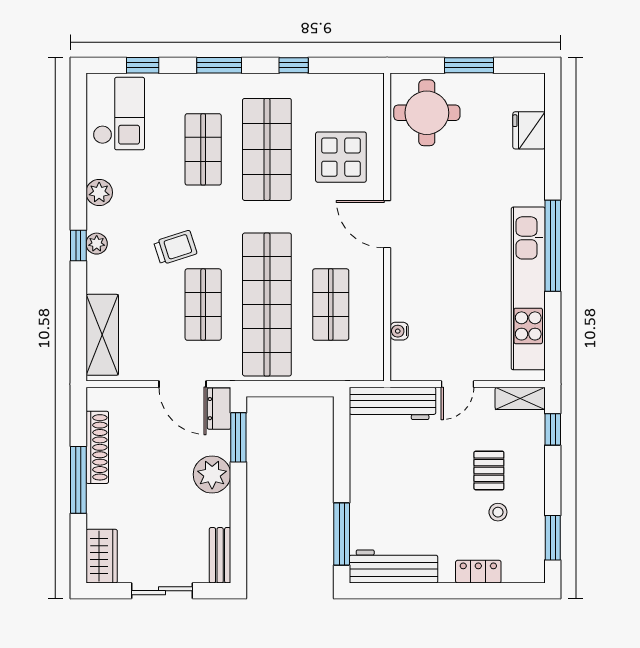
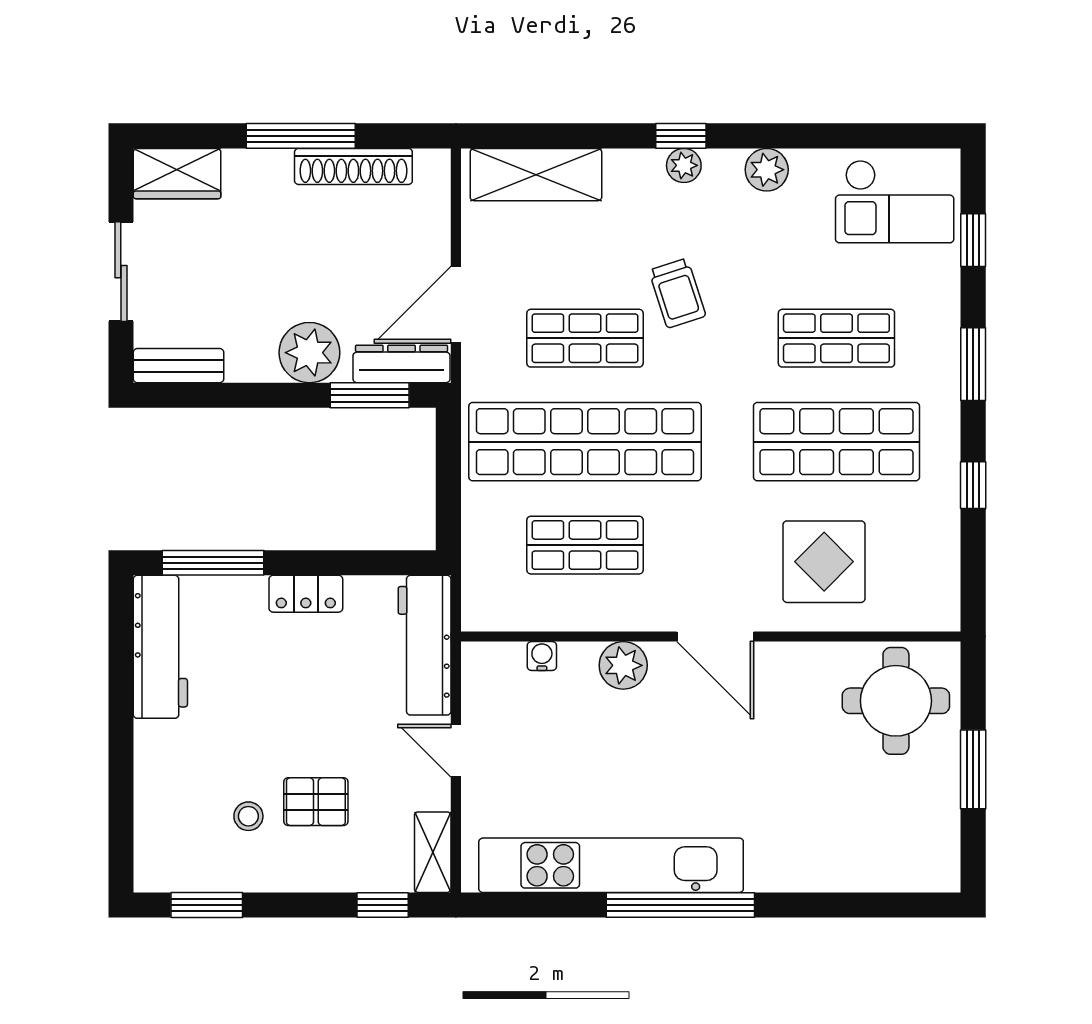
fridge: (529, 130) -> (867, 867), removed
door: (387, 224) -> (715, 636), swing flipped
plant: (405, 281) -> (623, 665), added
dresser: (219, 409) -> (402, 364), width x1.44
locker: (478, 572) -> (306, 594), moved, turned 90

